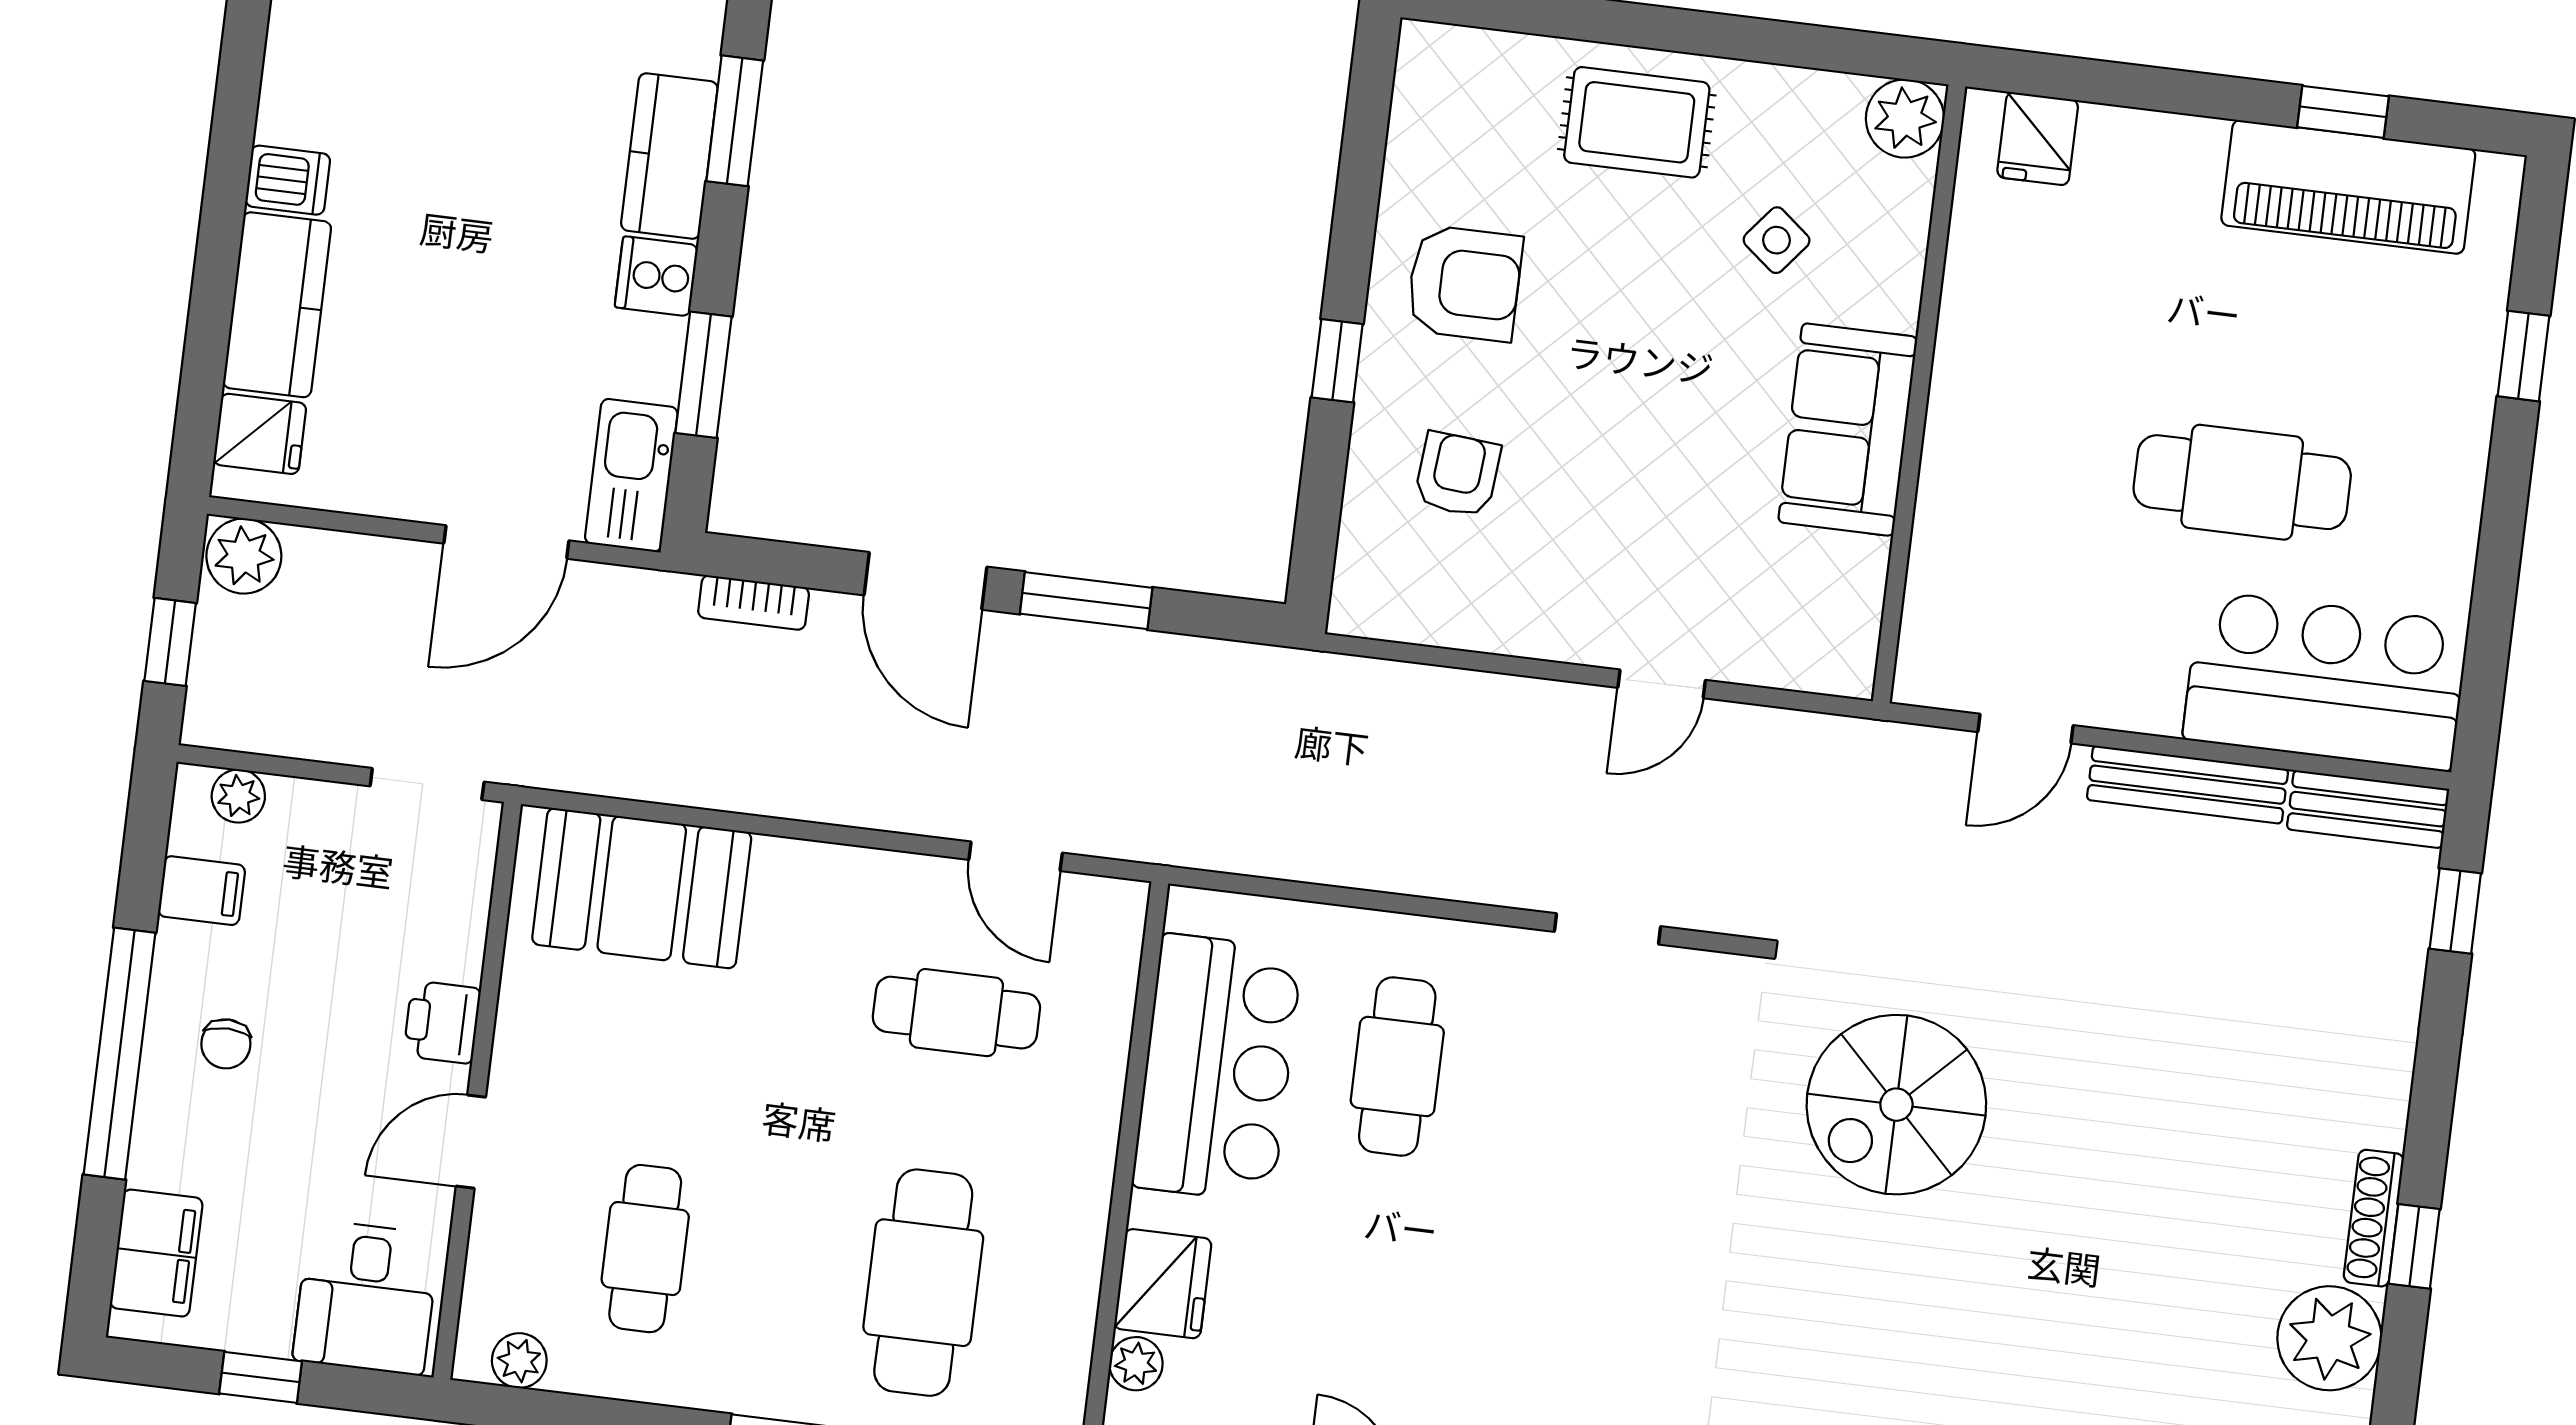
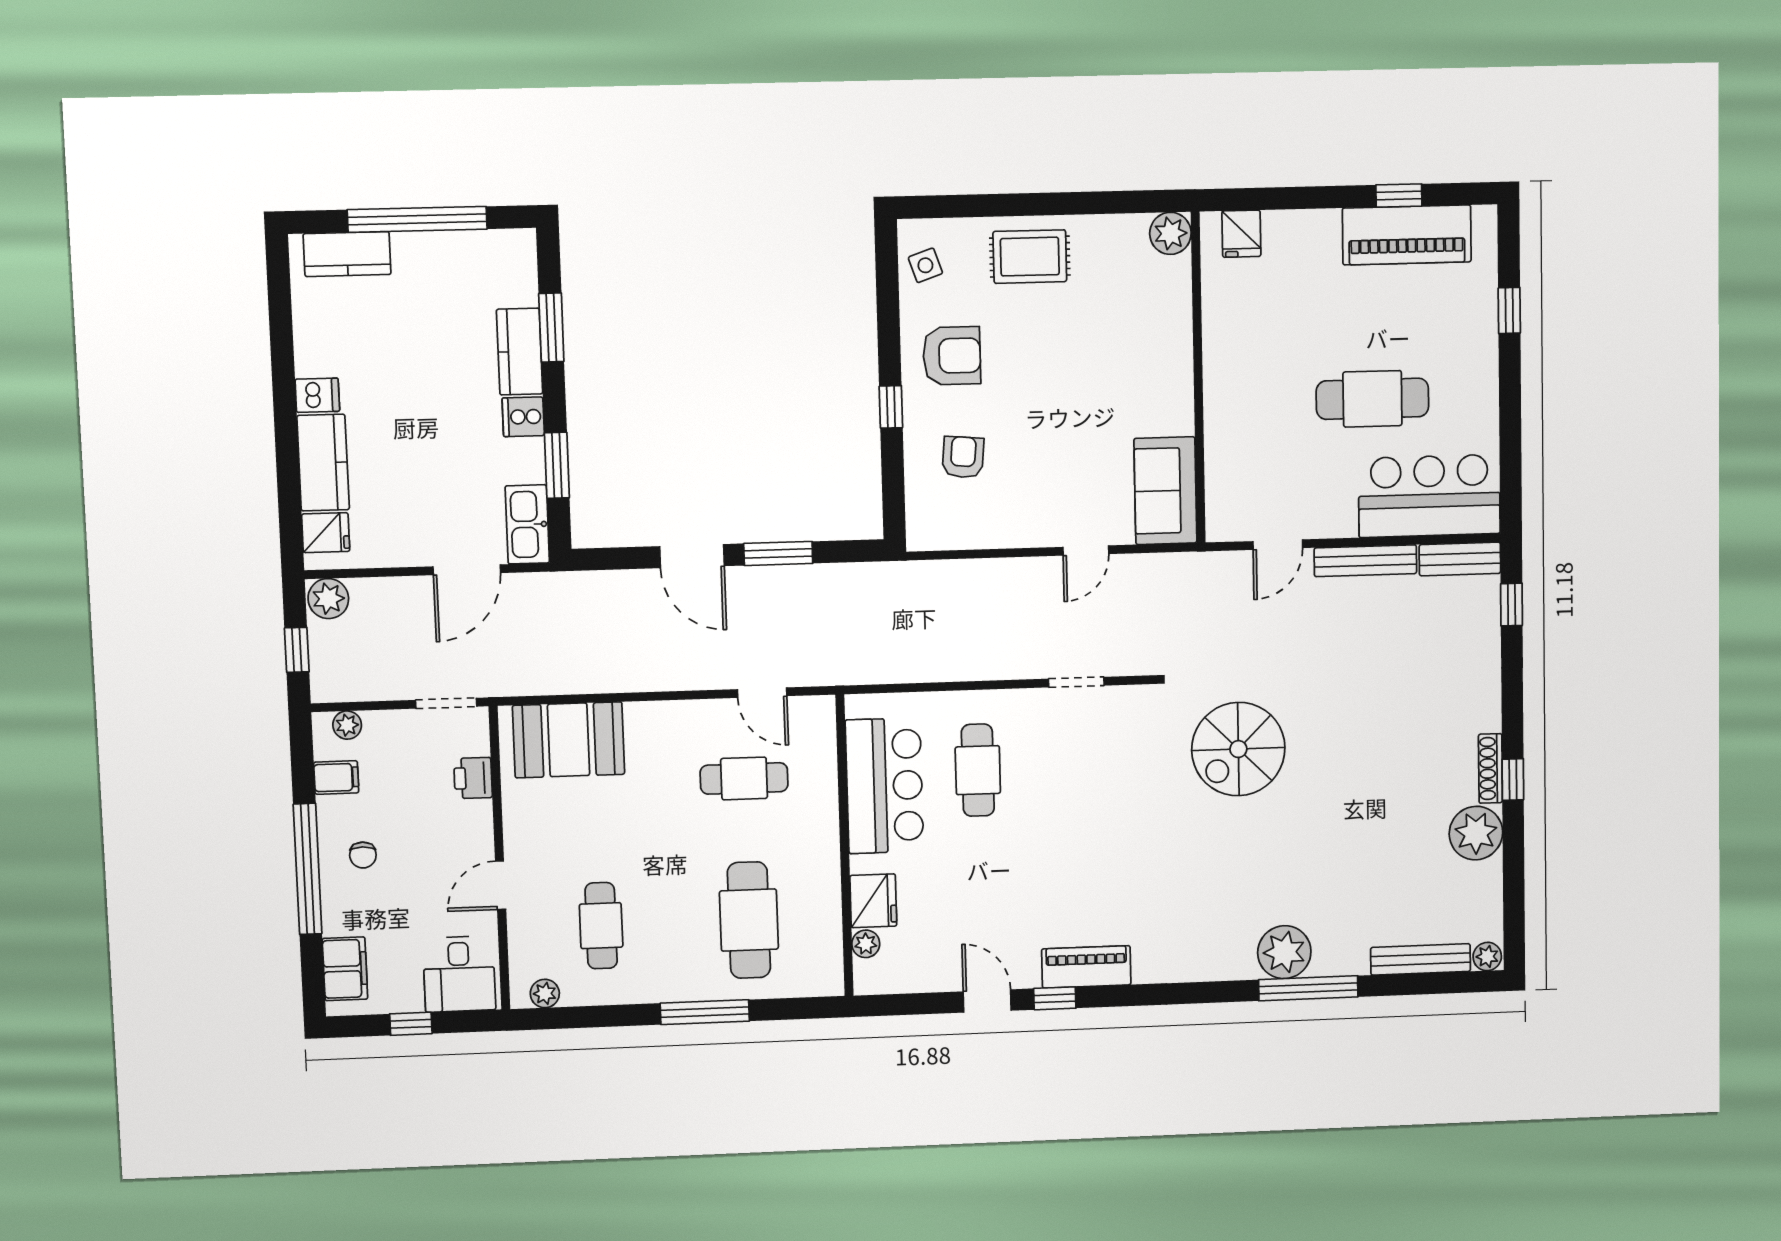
side table: (1777, 240) -> (925, 265), moved, turned 32
sofa: (1848, 430) -> (1165, 491), moved
bookcase: (754, 603) -> (603, 581), removed
printer: (442, 1022) -> (473, 778), moved

